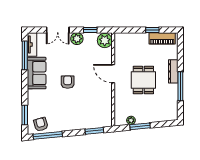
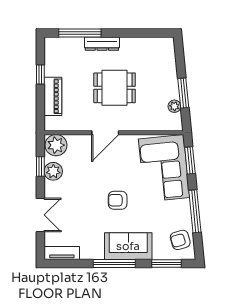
piano: (162, 38) -> (53, 96), moved
plant: (77, 39) -> (53, 171), moved
window: (25, 55) -> (114, 264), moved
sofa: (37, 73) -> (128, 246), moved
window: (180, 86) -> (80, 33), moved
corner sofa: (89, 113) -> (164, 168), added
window: (48, 135) -> (195, 211), moved

